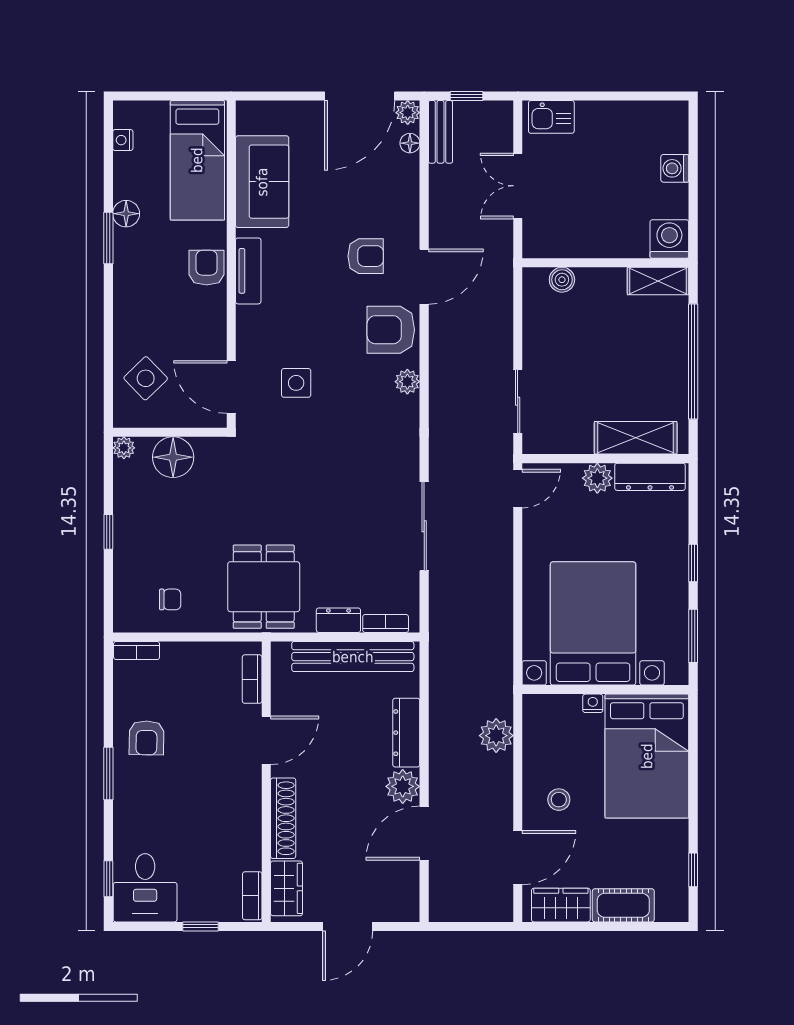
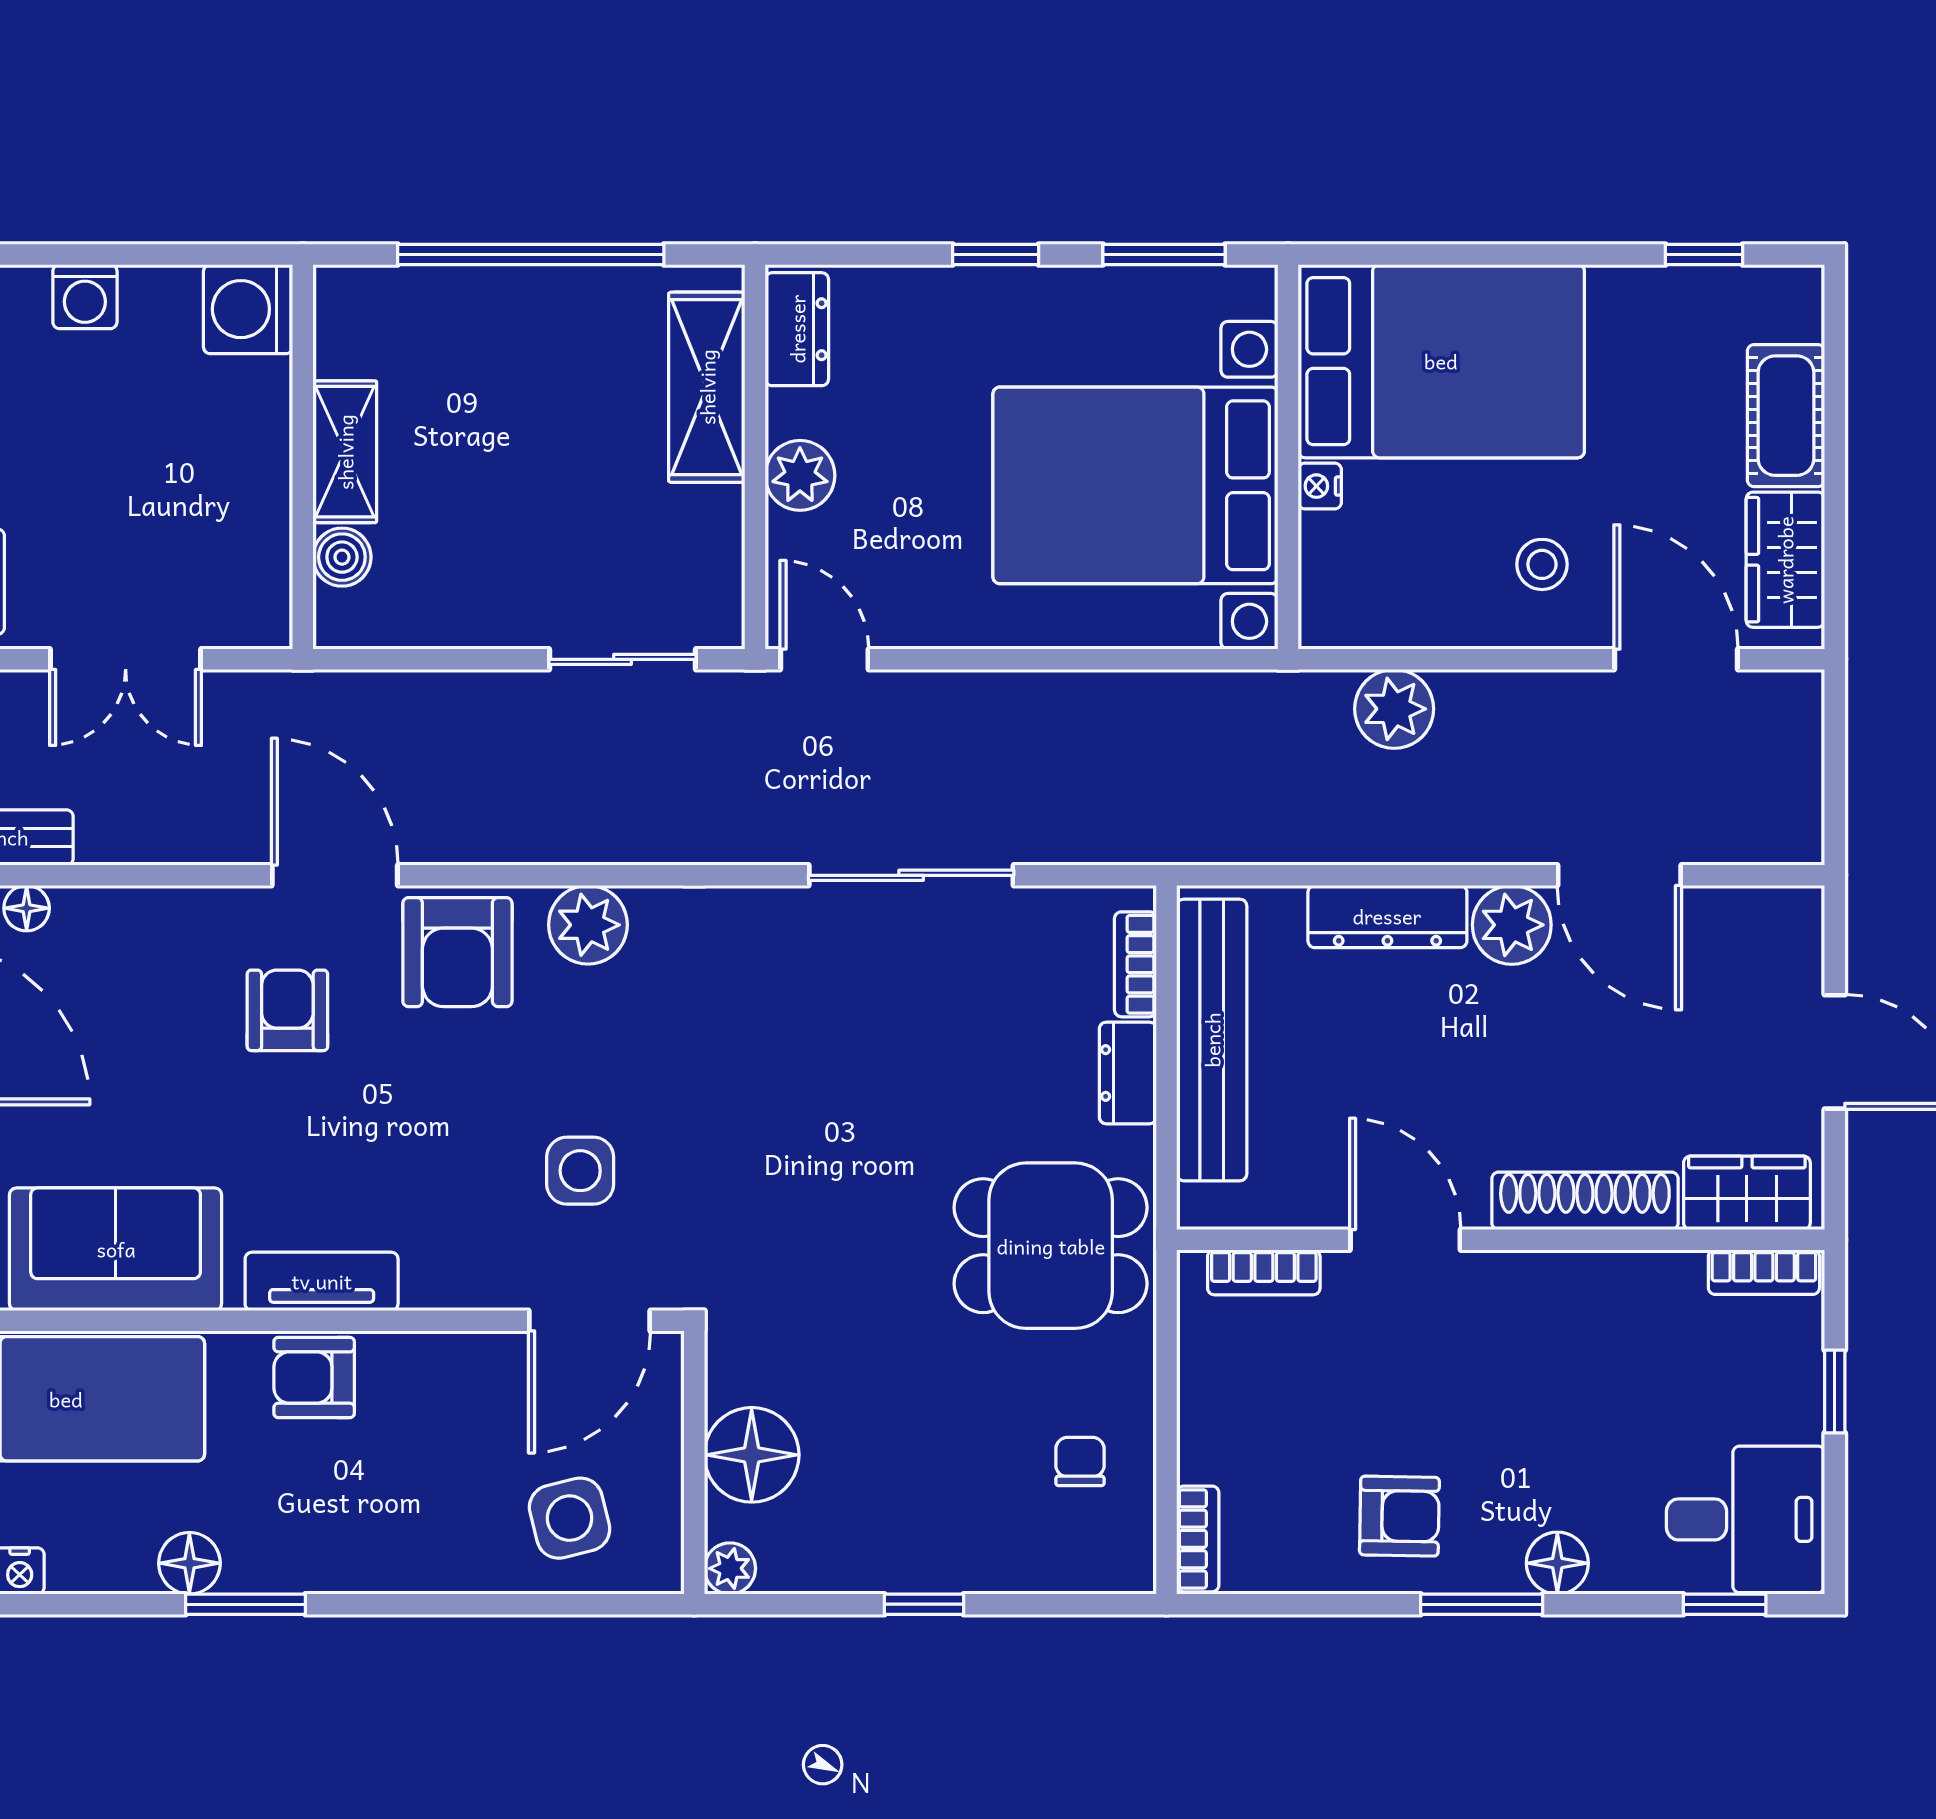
shelving: (658, 281) -> (345, 452), moved
side table: (146, 378) -> (570, 1518), turned 30
plant: (407, 382) -> (588, 925), width x1.38, depth x1.38
dresser: (650, 477) -> (797, 329), width x0.70
floor lamp: (126, 806) -> (1557, 1563), added

